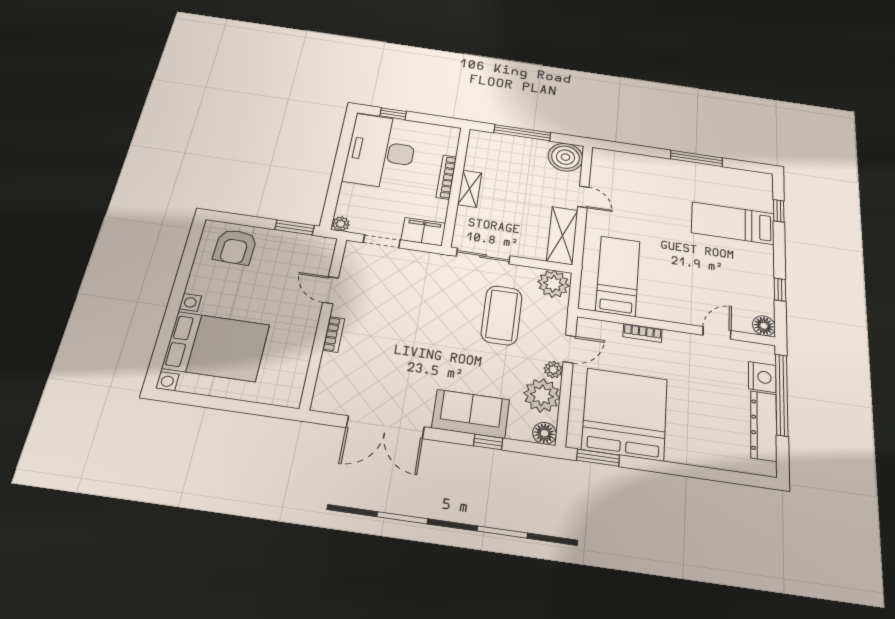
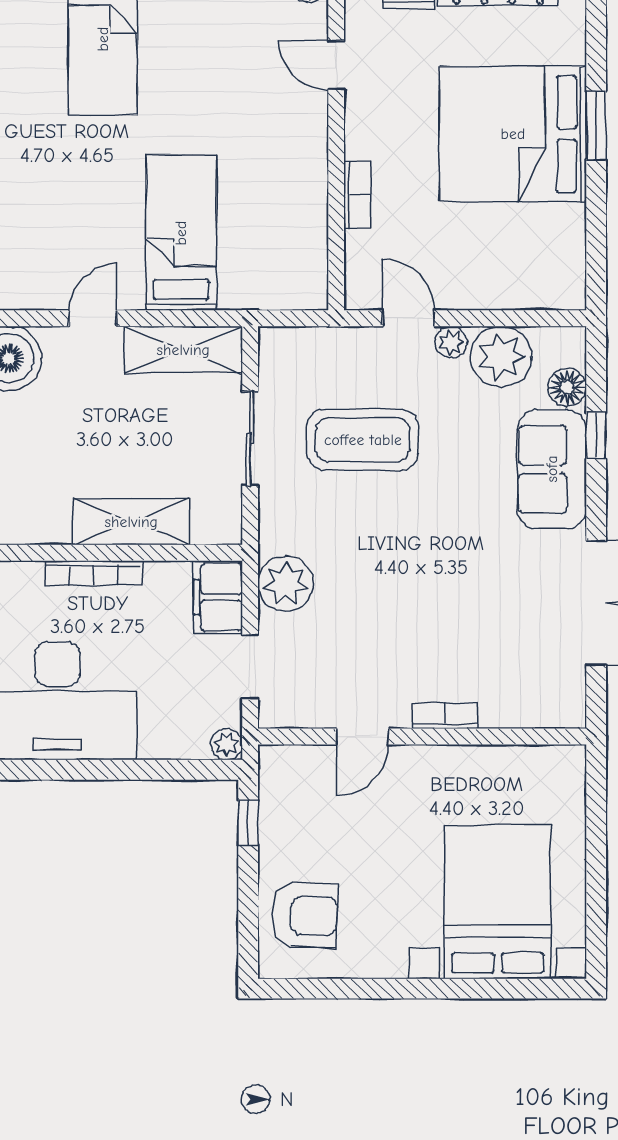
shelving: (470, 189) -> (131, 522), width x1.50, depth x1.33
window: (295, 228) -> (248, 823), width x0.67
sliding door: (483, 256) -> (250, 439), moved
bed: (618, 276) -> (181, 233), moved, turned 90
plant: (553, 284) -> (286, 584), moved
bed: (625, 414) -> (513, 134), moved
floor lamp: (544, 433) -> (567, 387), moved
window: (598, 458) -> (596, 126), moved

